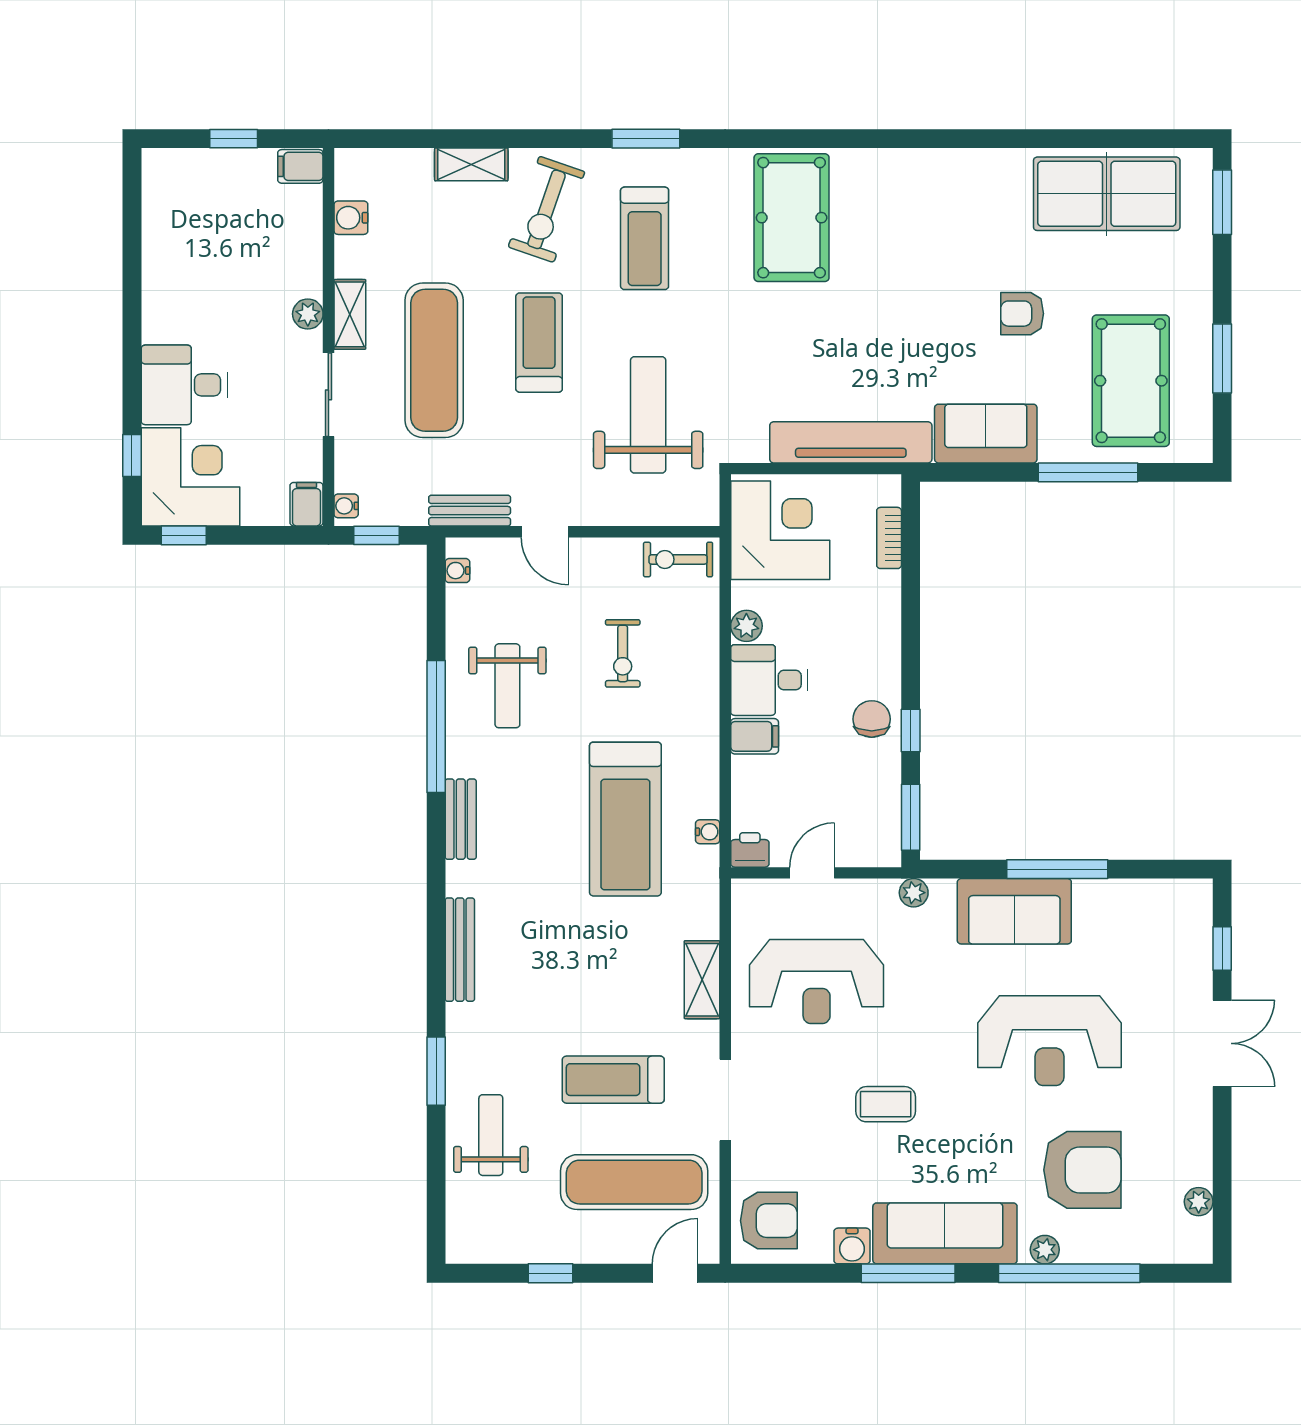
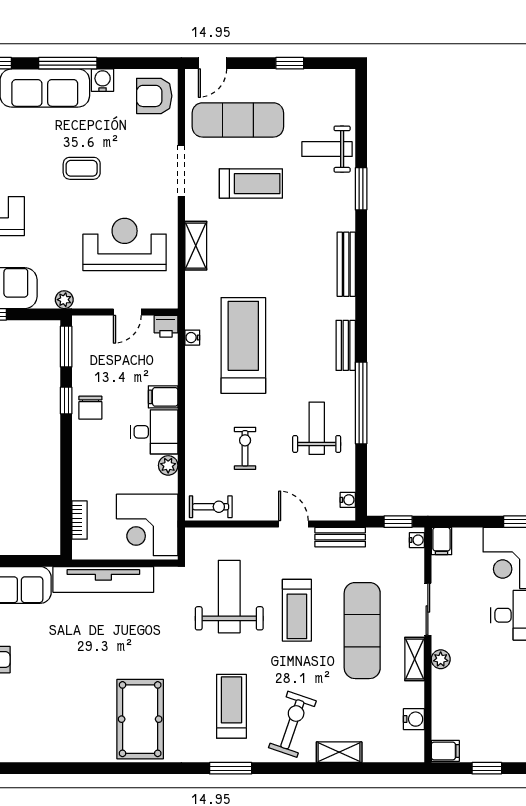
treadmill: (539, 343) -> (297, 610), moved
weight bench: (648, 415) -> (229, 597), turned 180
weight bench: (491, 1135) -> (327, 149), turned 90

